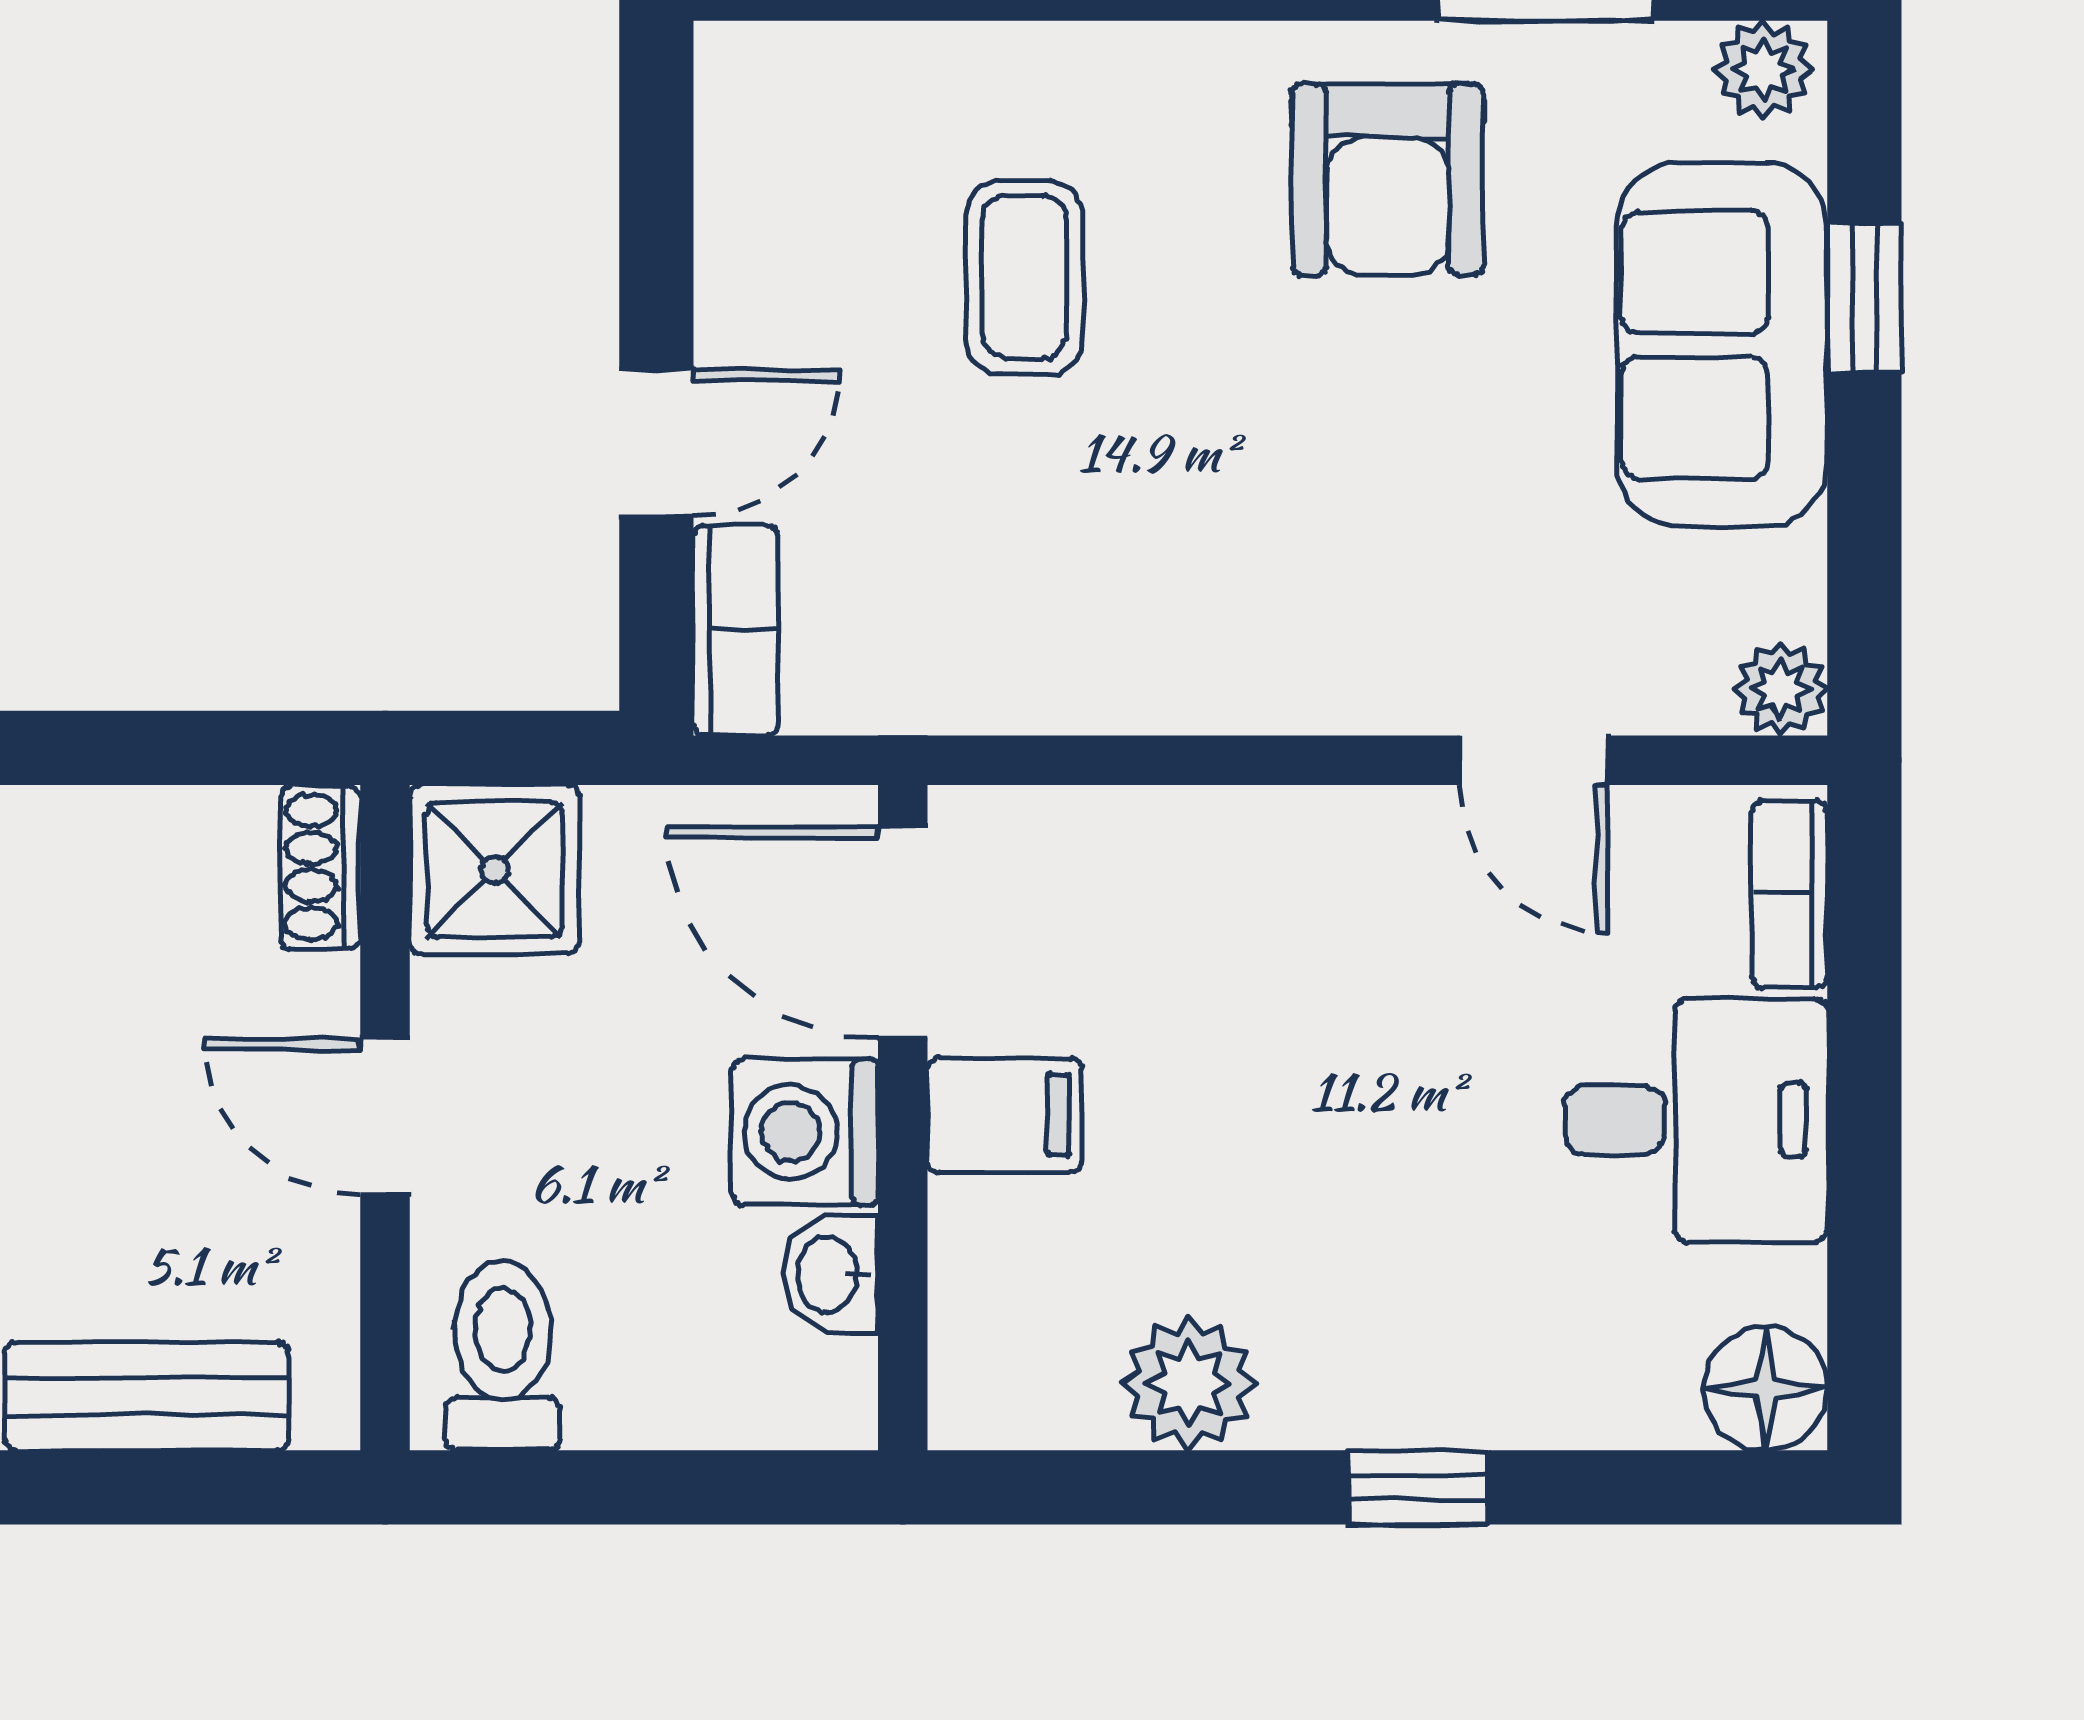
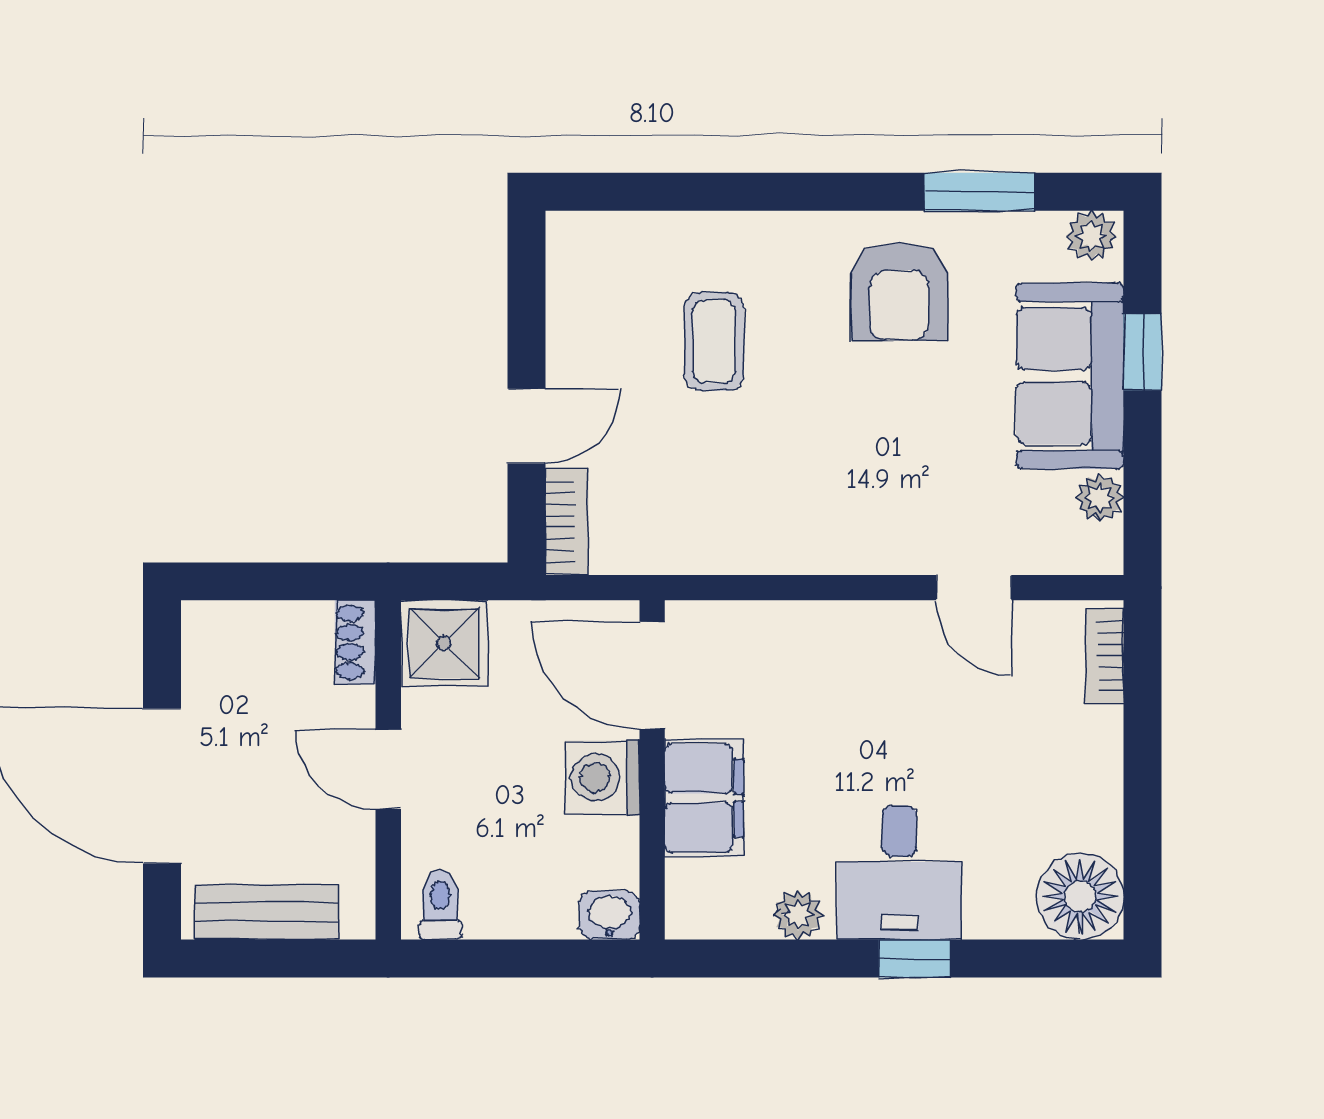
plant: (1781, 689) -> (1100, 498), moved
filing cabinet: (1005, 1115) -> (704, 798), width x2.00
desk: (1696, 1120) -> (899, 873), moved, turned 90
washbasin: (830, 1274) -> (609, 915), moved, turned 90
toilet: (503, 1356) -> (440, 905), width x0.73, depth x0.72
plant: (1189, 1383) -> (798, 915), width x0.73, depth x0.73
floor lamp: (1766, 1389) -> (1080, 896), width x1.38, depth x1.38

